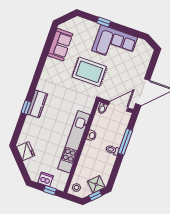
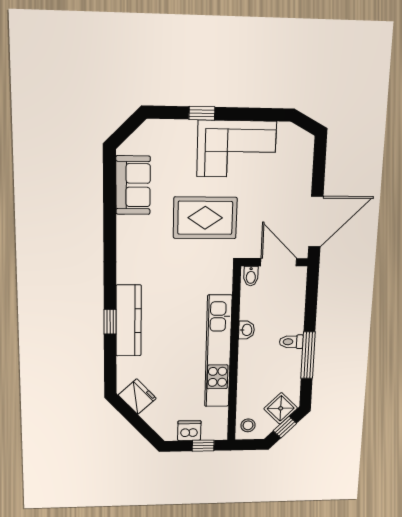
kitchen counter: (37, 104) -> (129, 321), width x1.50
door: (118, 106) -> (279, 262), hinge flipped
window: (125, 142) -> (308, 355), moved

